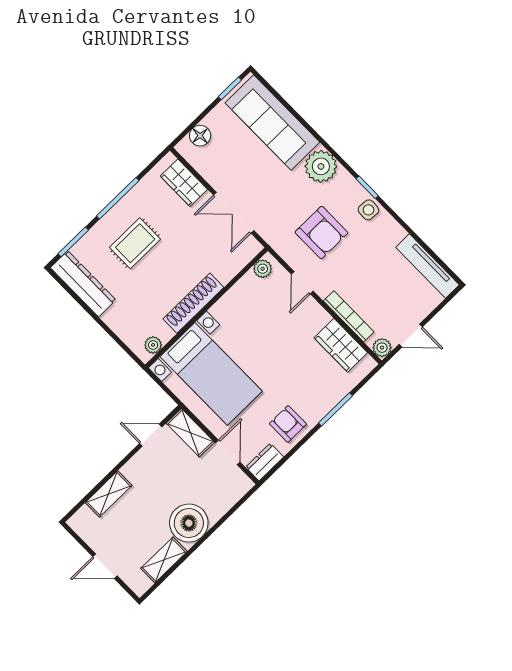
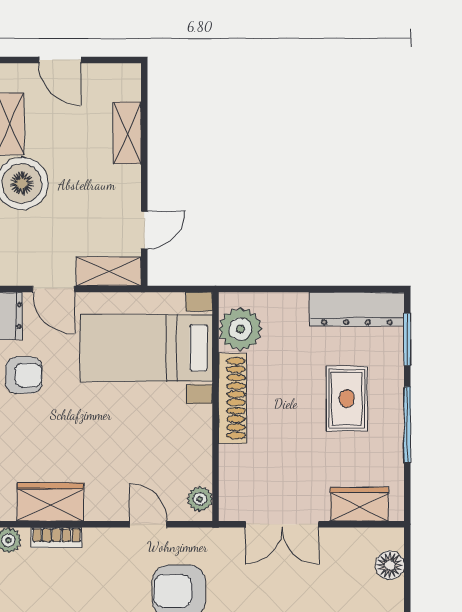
double door: (234, 213) -> (282, 524), swing flipped
bookcase: (349, 316) -> (57, 537), width x0.64
plant: (153, 345) -> (240, 329), width x1.88, depth x1.88
door: (105, 566) -> (60, 60), swing flipped

